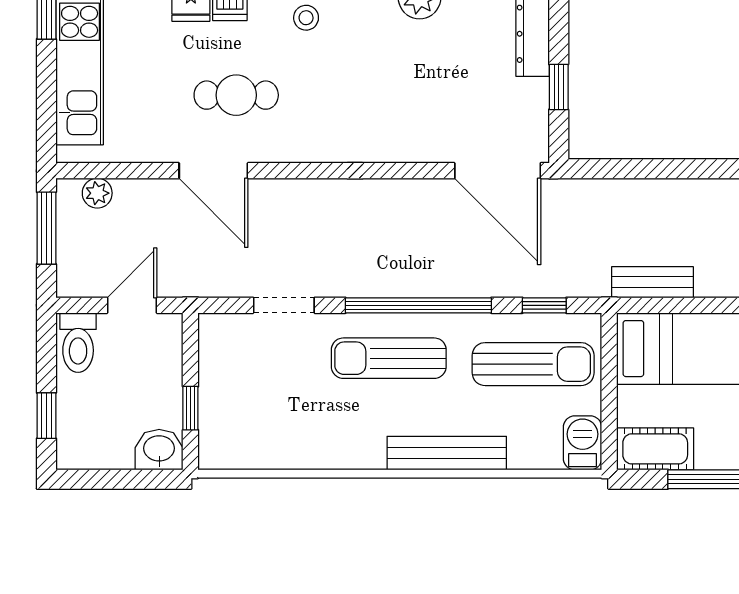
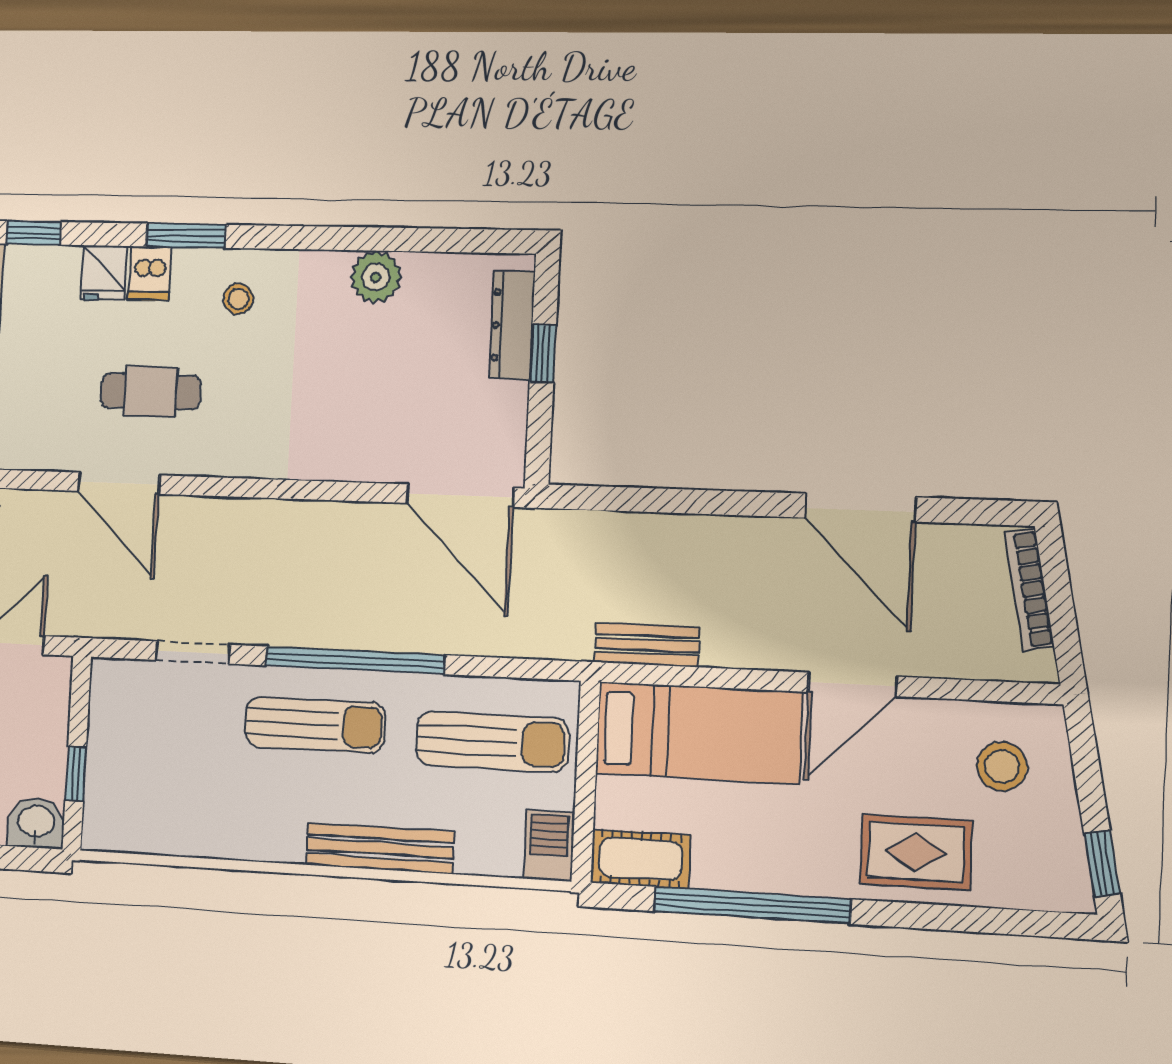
window: (559, 87) -> (543, 353), moved
window: (544, 305) -> (510, 668), removed
sun lounger: (389, 358) -> (315, 725), turned 180

